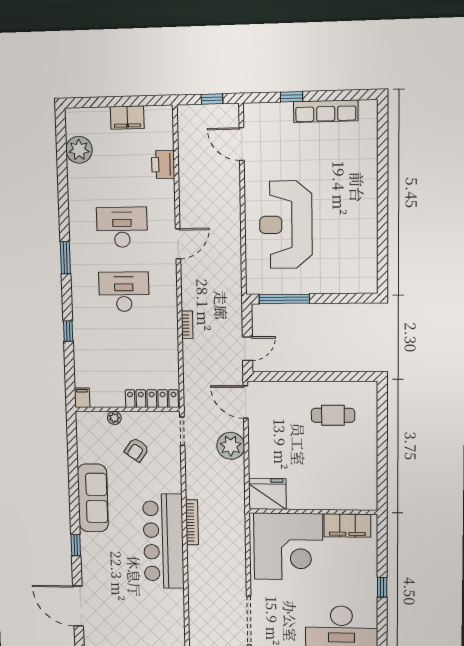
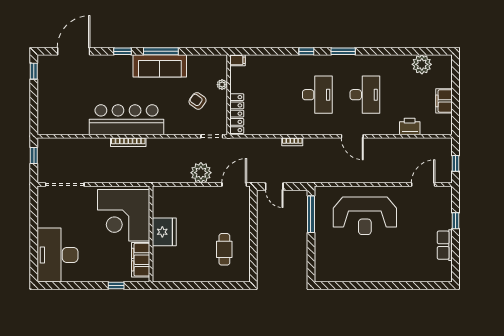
row of seats: (326, 111) -> (445, 245), width x0.68
reception desk: (286, 225) -> (365, 216), turned 180
window: (68, 331) -> (306, 51), moved
fridge: (267, 494) -> (164, 232), moved
window: (74, 496) -> (161, 51), added
bookcase: (192, 522) -> (128, 142), moved
window: (382, 587) -> (116, 286), moved

